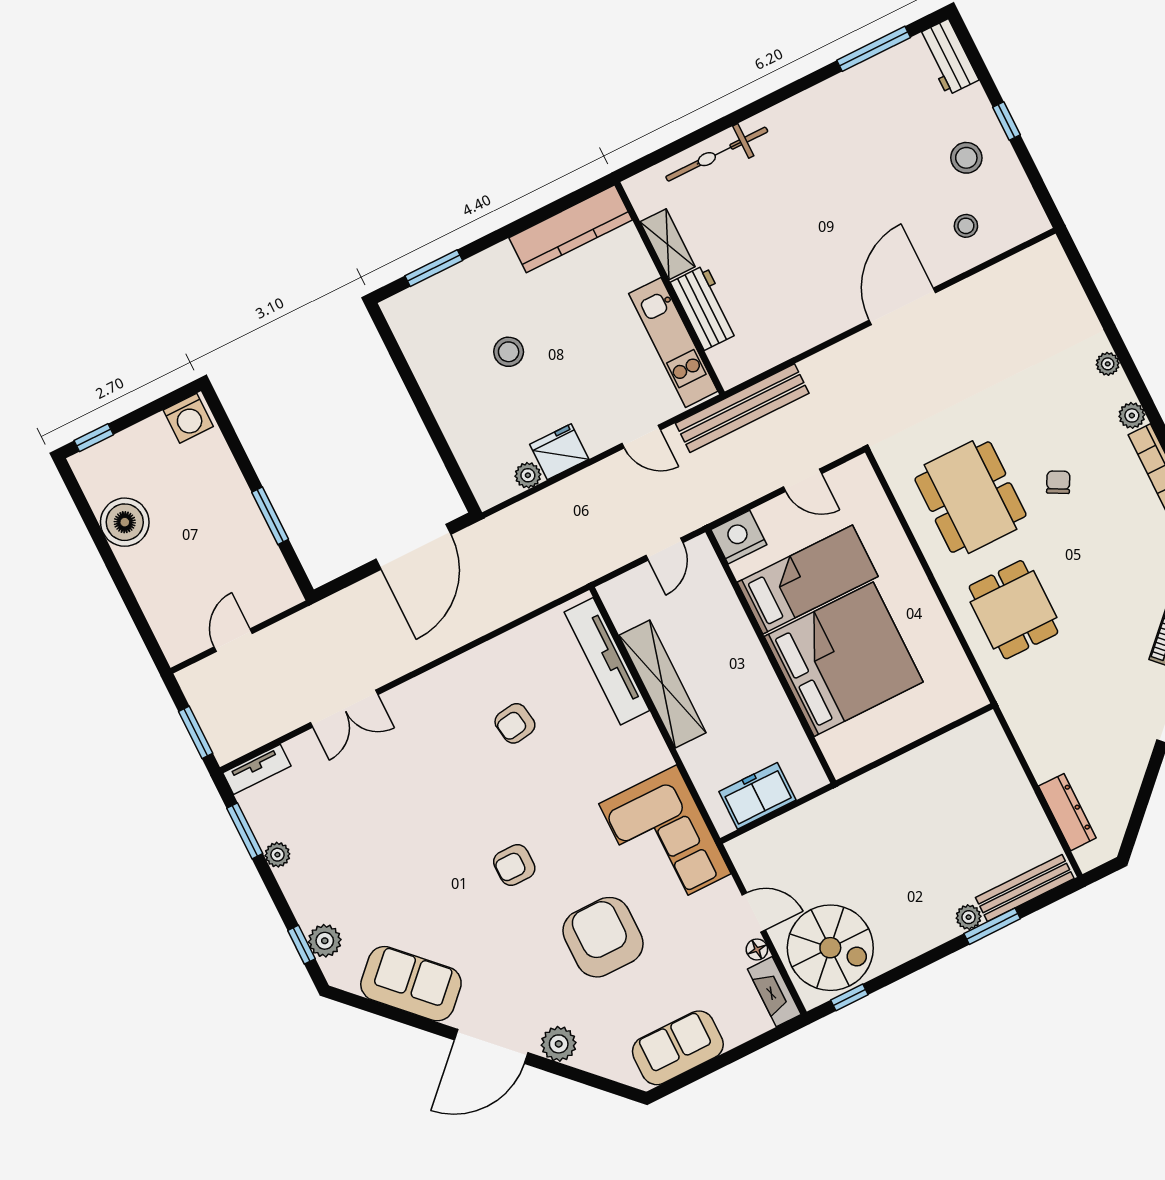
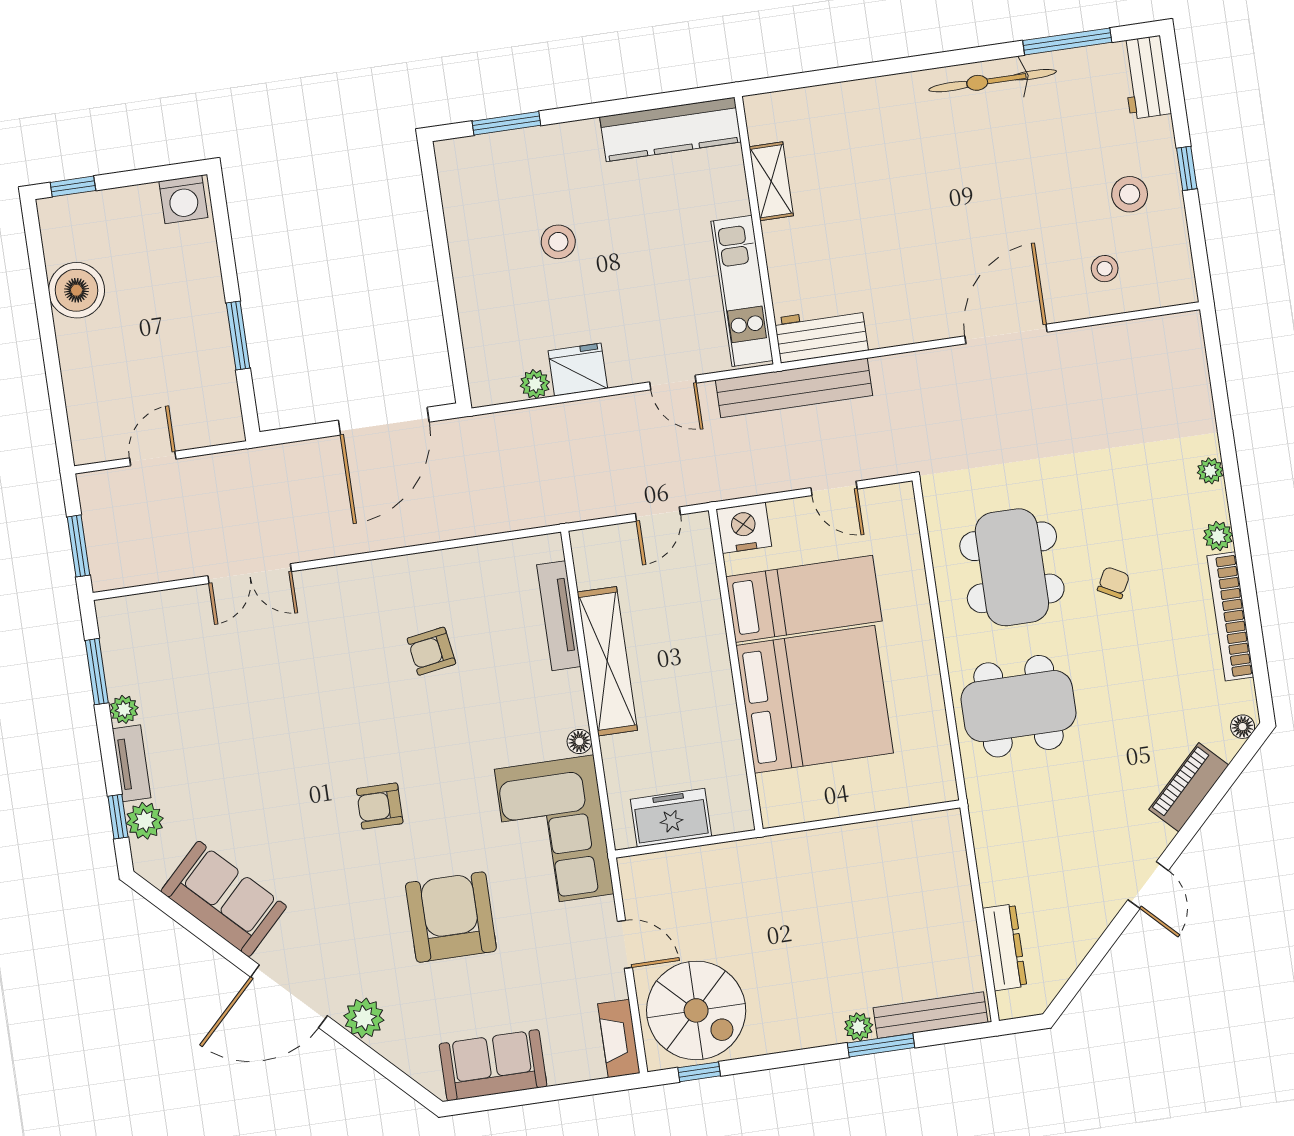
bicycle: (717, 154) -> (993, 81), moved
workbench: (705, 308) -> (821, 334), moved, turned -90
dining table: (1013, 610) -> (1018, 706), width x1.37
tv unit: (607, 661) -> (559, 616), width x0.73, depth x0.78
tv unit: (257, 769) -> (132, 763), moved, turned -90
floor lamp: (757, 949) -> (579, 742), moved

